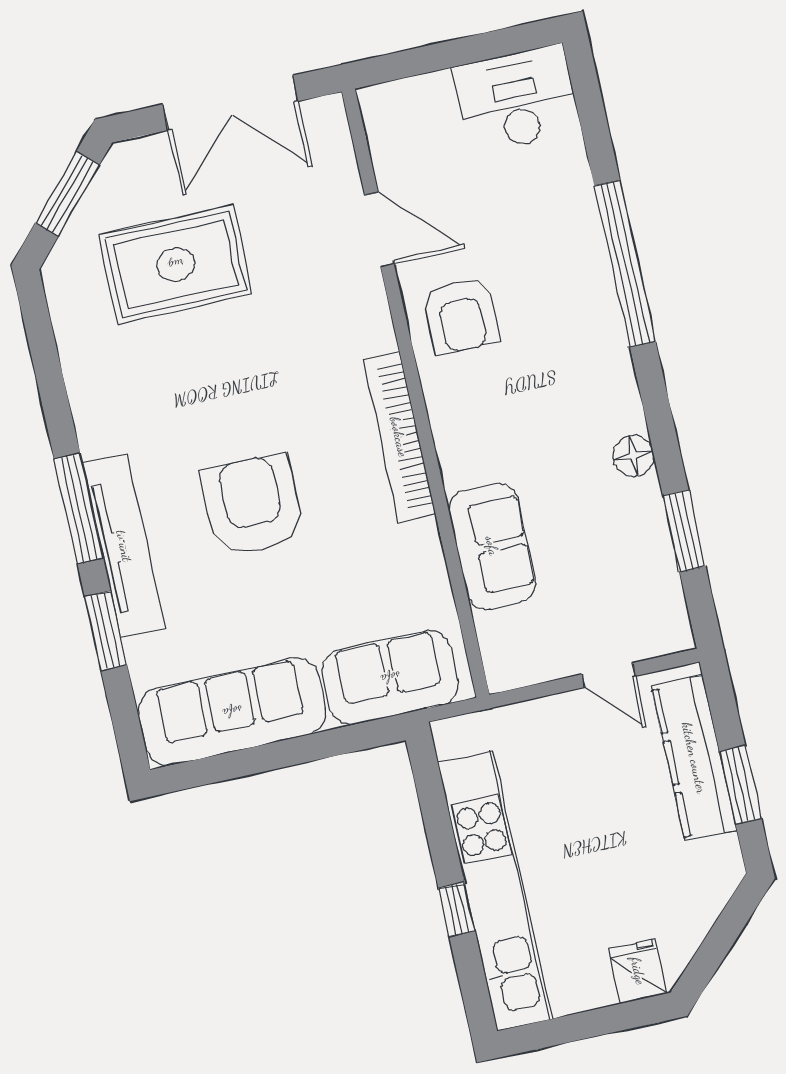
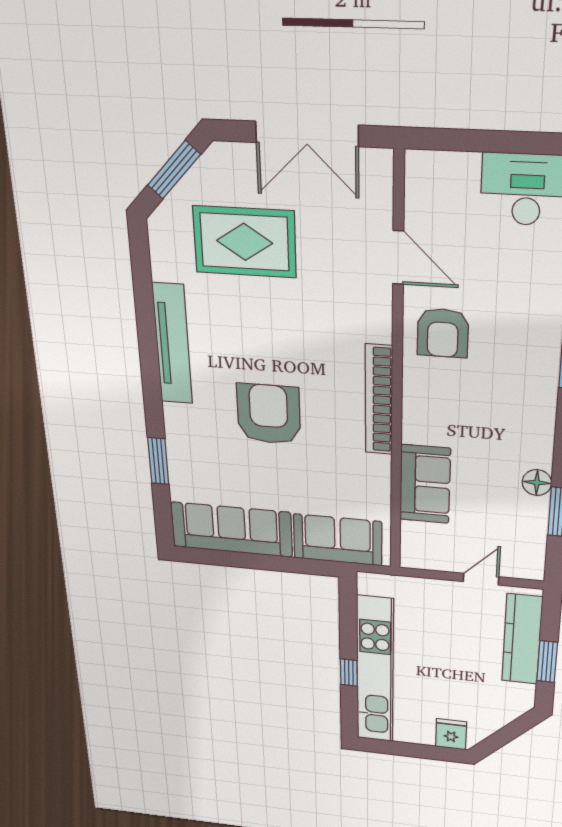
floor lamp: (633, 456) -> (537, 483), moved
window: (79, 508) -> (151, 383), removed
tv unit: (124, 546) -> (172, 344), moved
door: (609, 675) -> (481, 579), swing flipped

